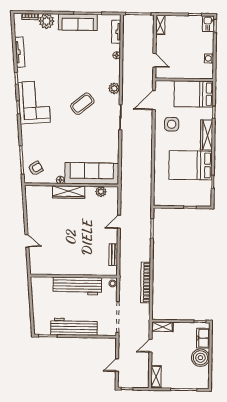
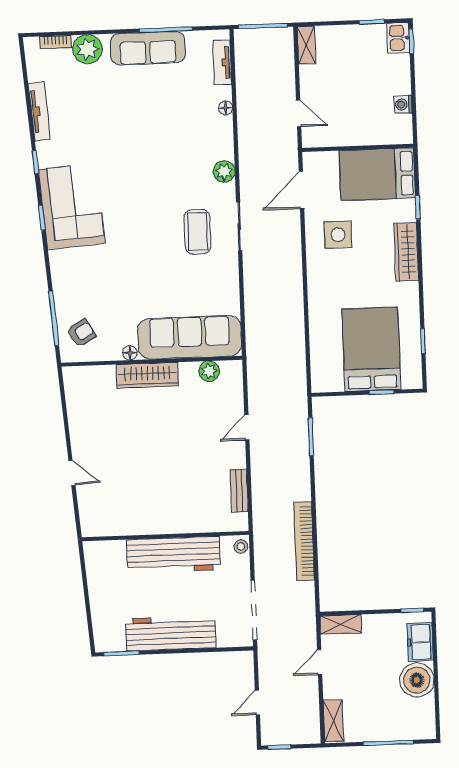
coffee table: (82, 104) -> (198, 232), moved, turned -51
bed: (191, 165) -> (371, 349), moved, turned 90

